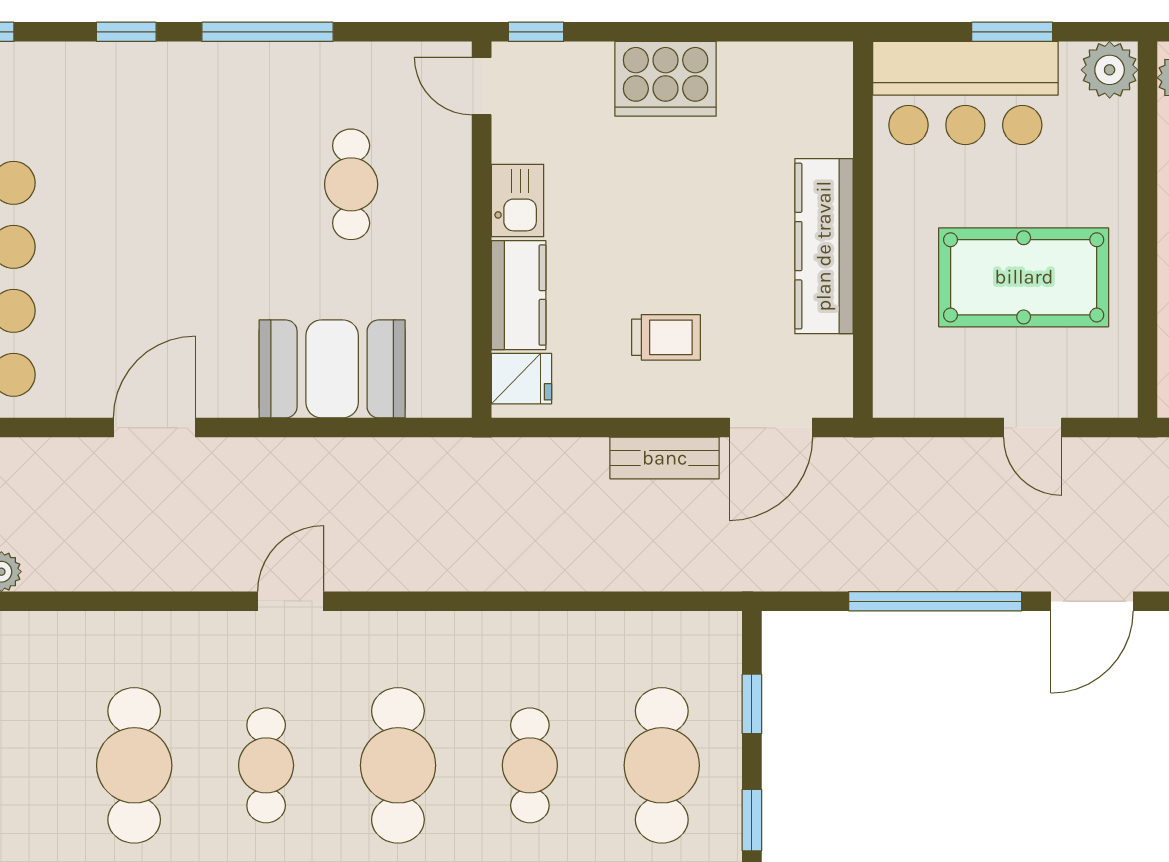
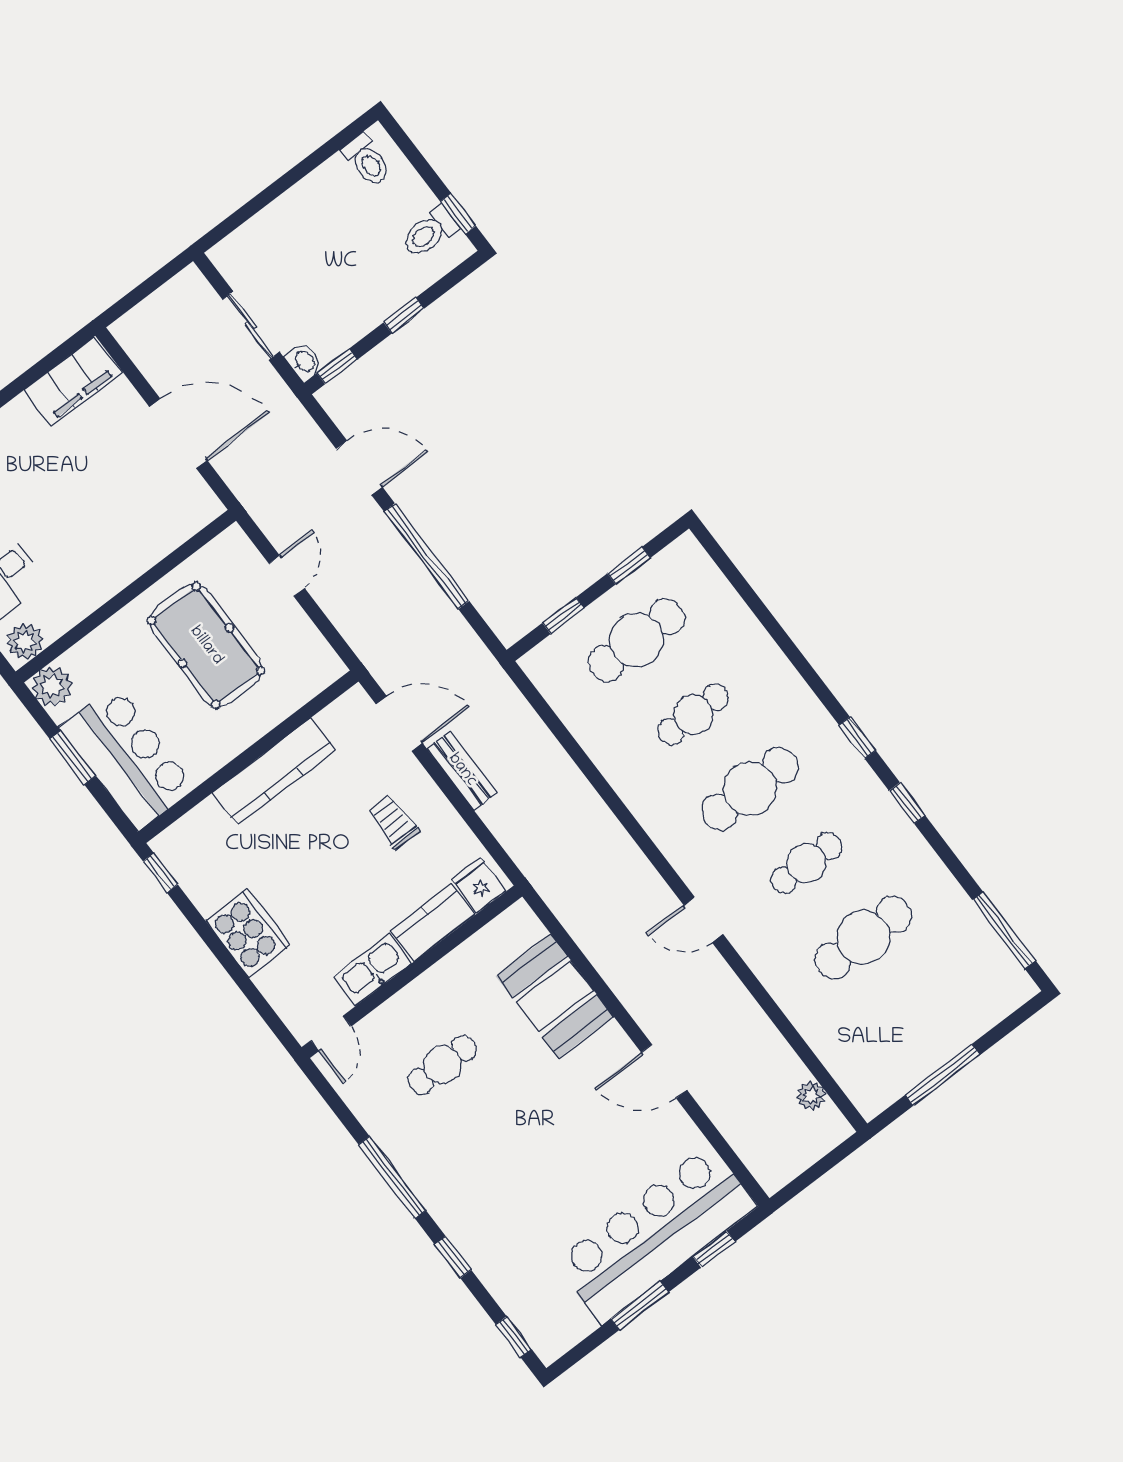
window: (536, 32) -> (160, 873), moved
kitchen sink: (517, 201) -> (372, 970), width x1.38

